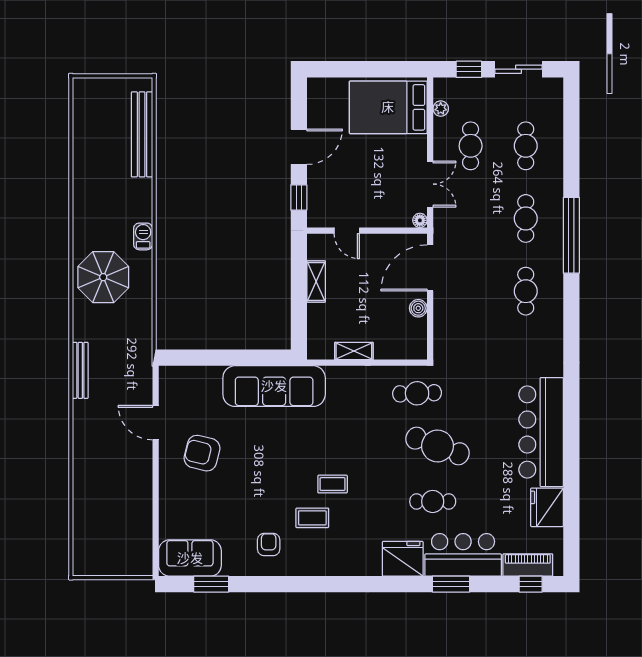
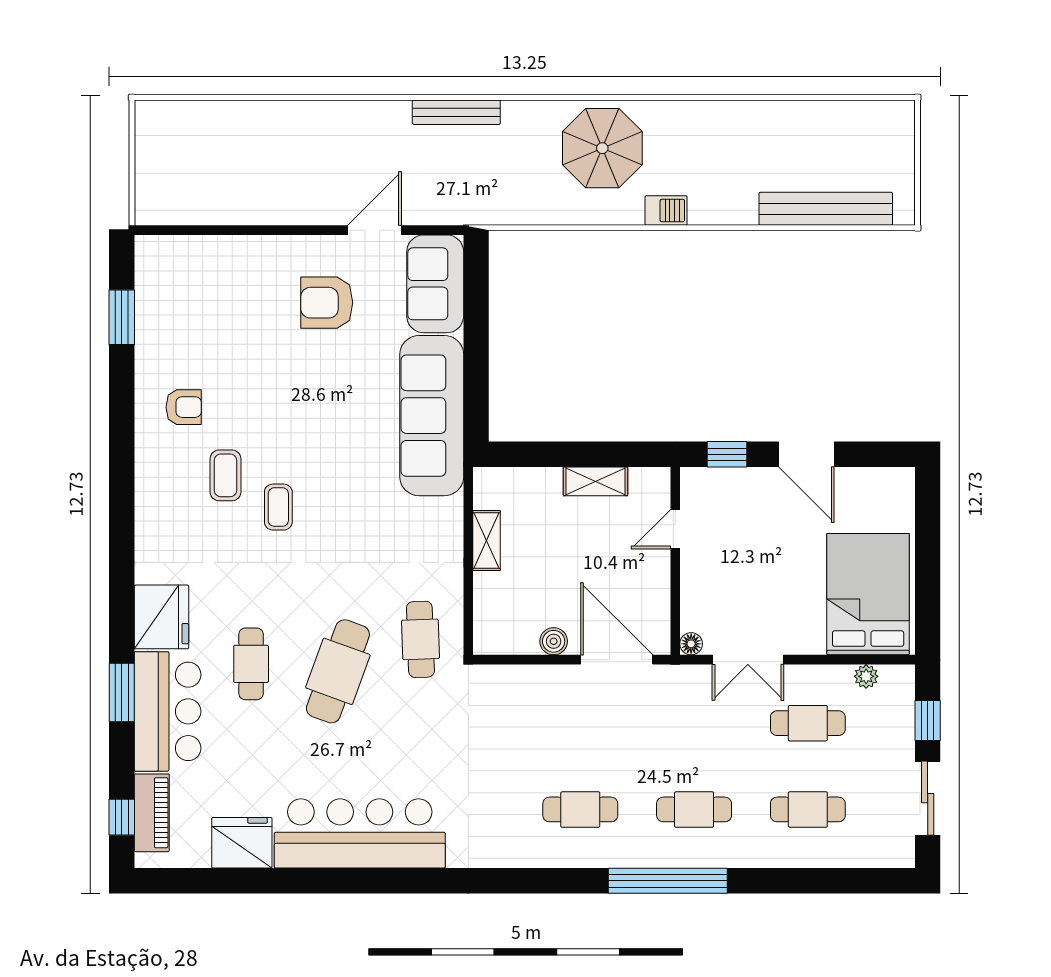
armchair: (202, 453) -> (327, 303), turned -104
sofa: (190, 558) -> (435, 284), moved, turned 180

